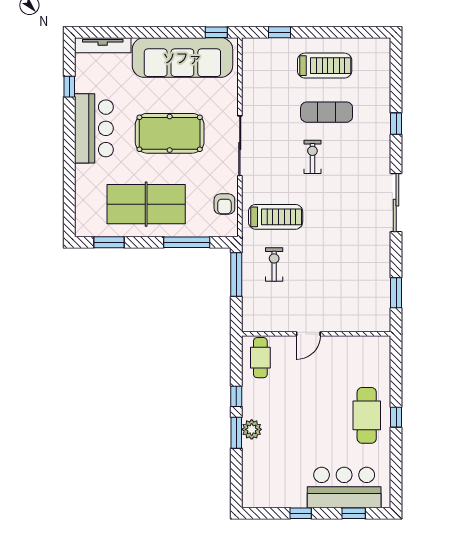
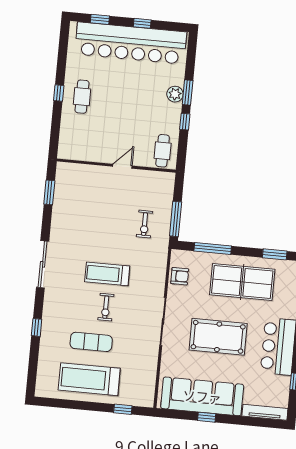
window: (216, 32) -> (207, 417), moved
treadmill: (325, 66) -> (89, 379), width x1.37, depth x1.38
armchair: (224, 204) -> (180, 276), turned 90
treadmill: (276, 217) -> (107, 274), moved
cafe table: (367, 415) -> (82, 97), width x0.73, depth x0.74
bar counter: (344, 488) -> (131, 43), width x1.86

